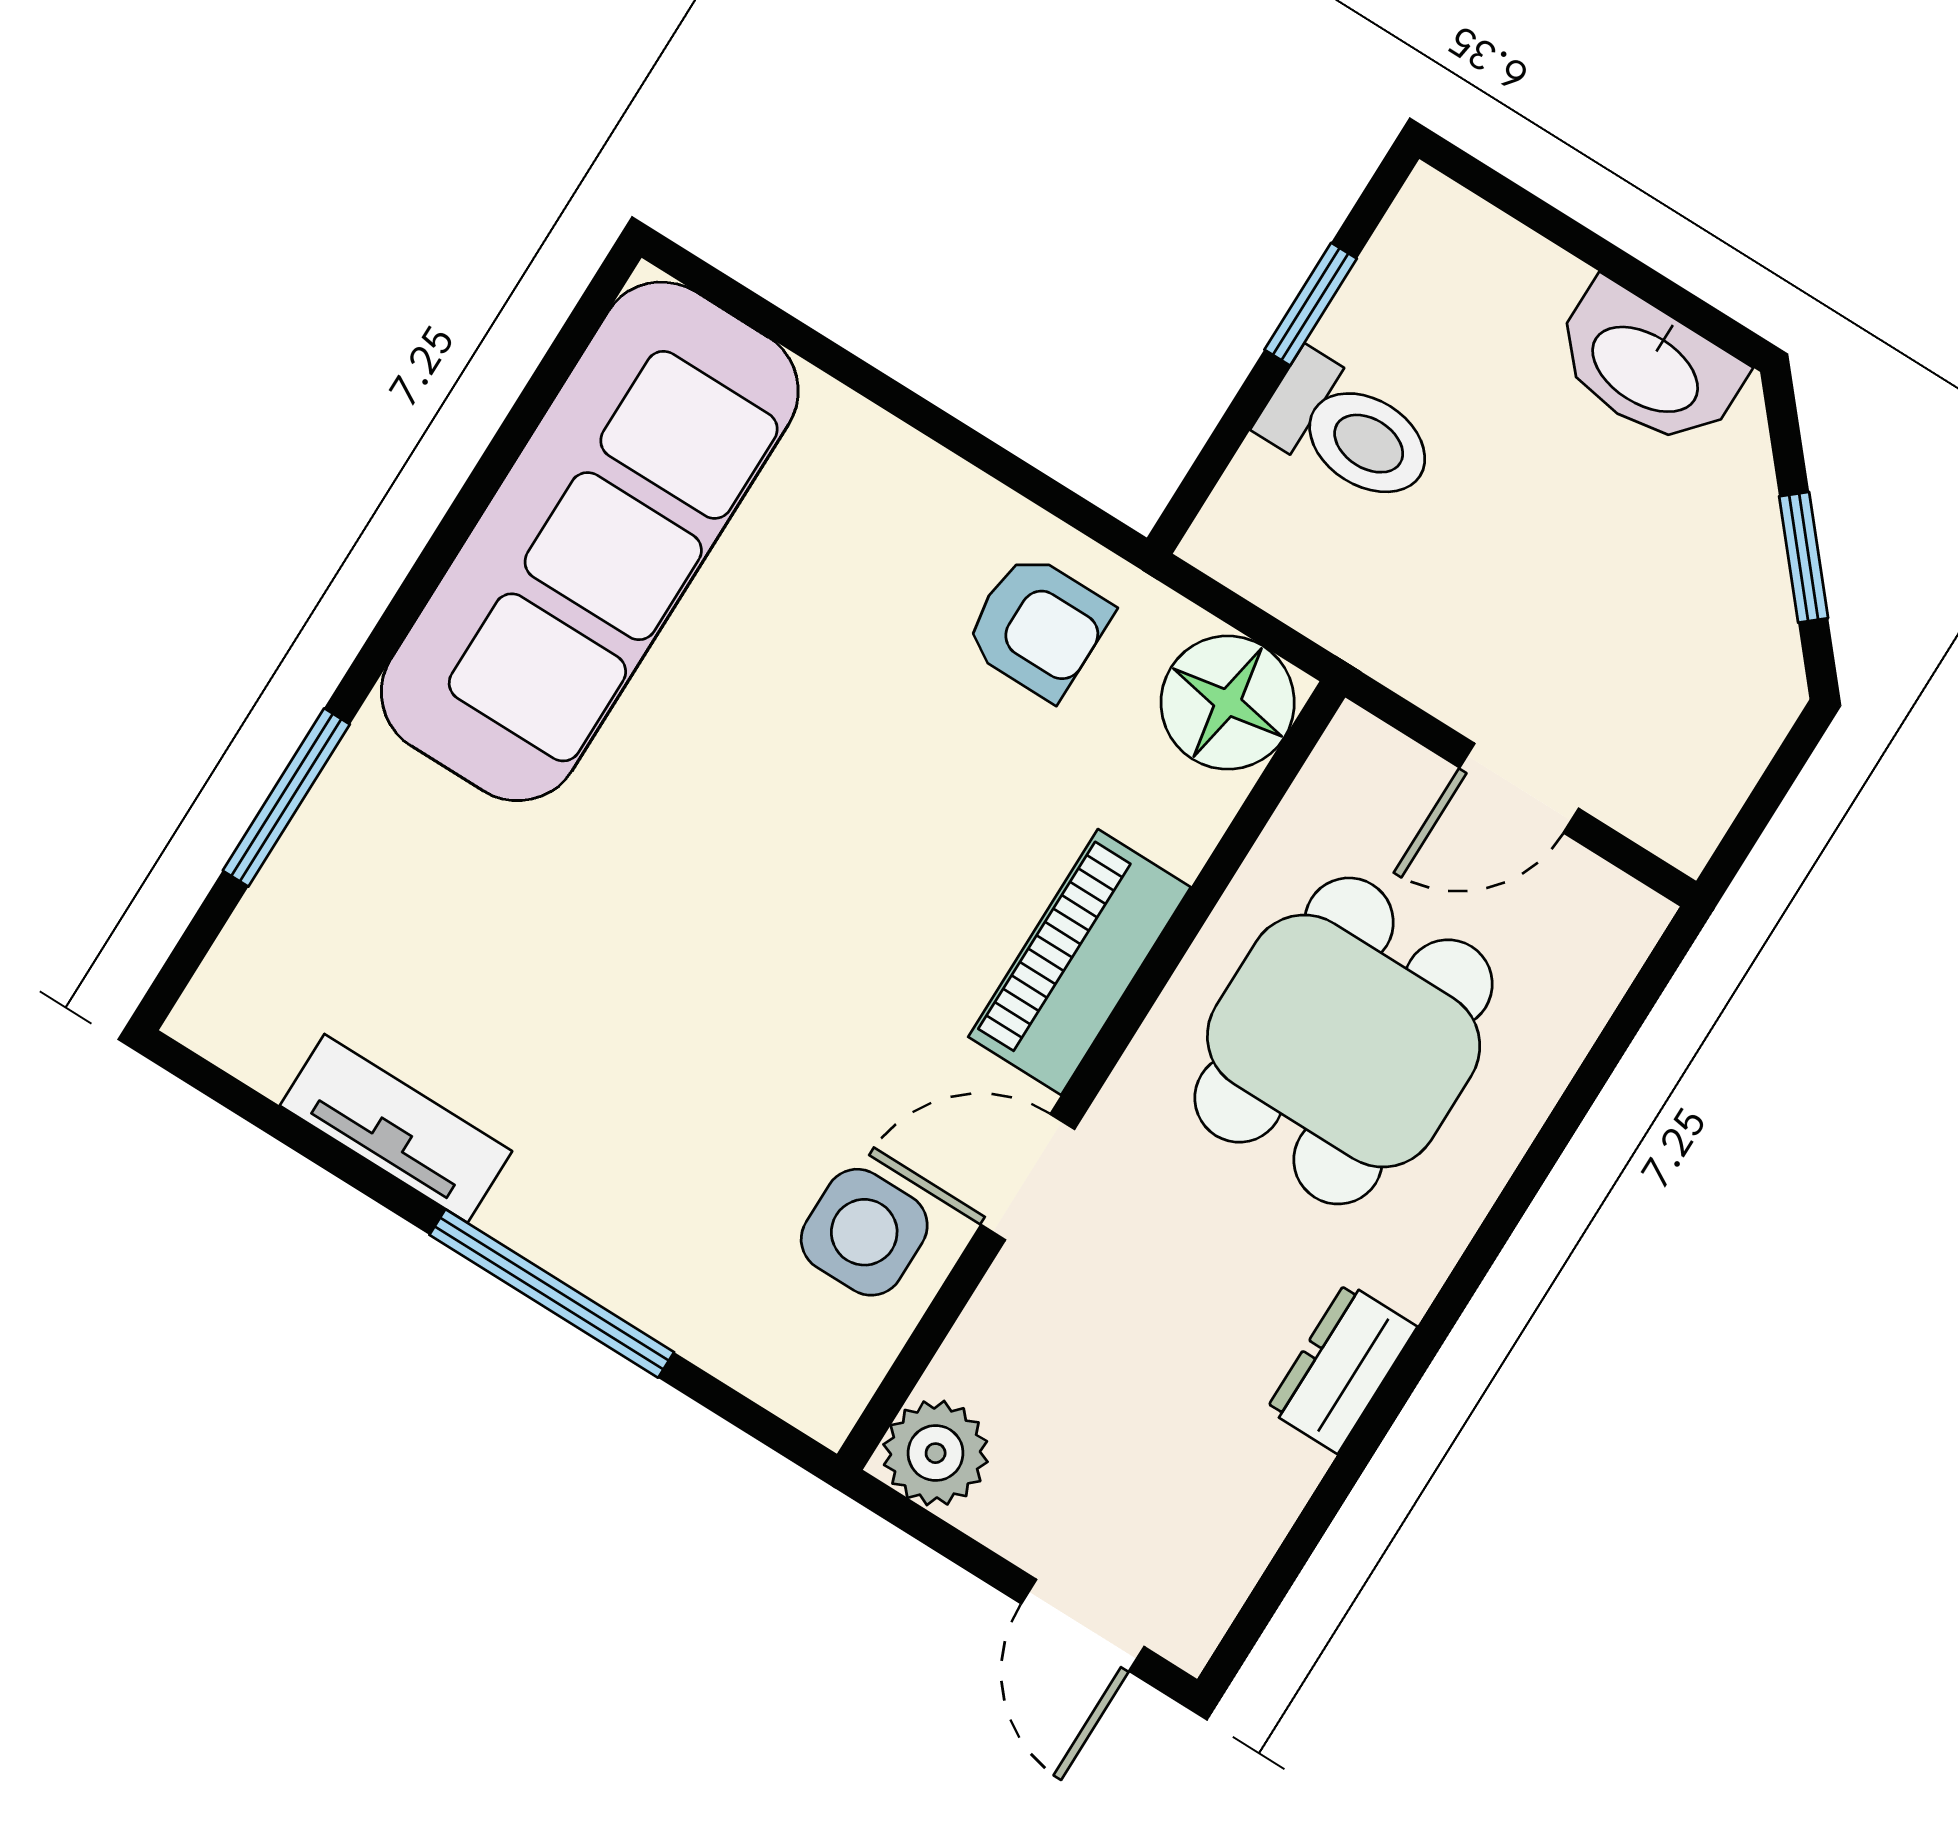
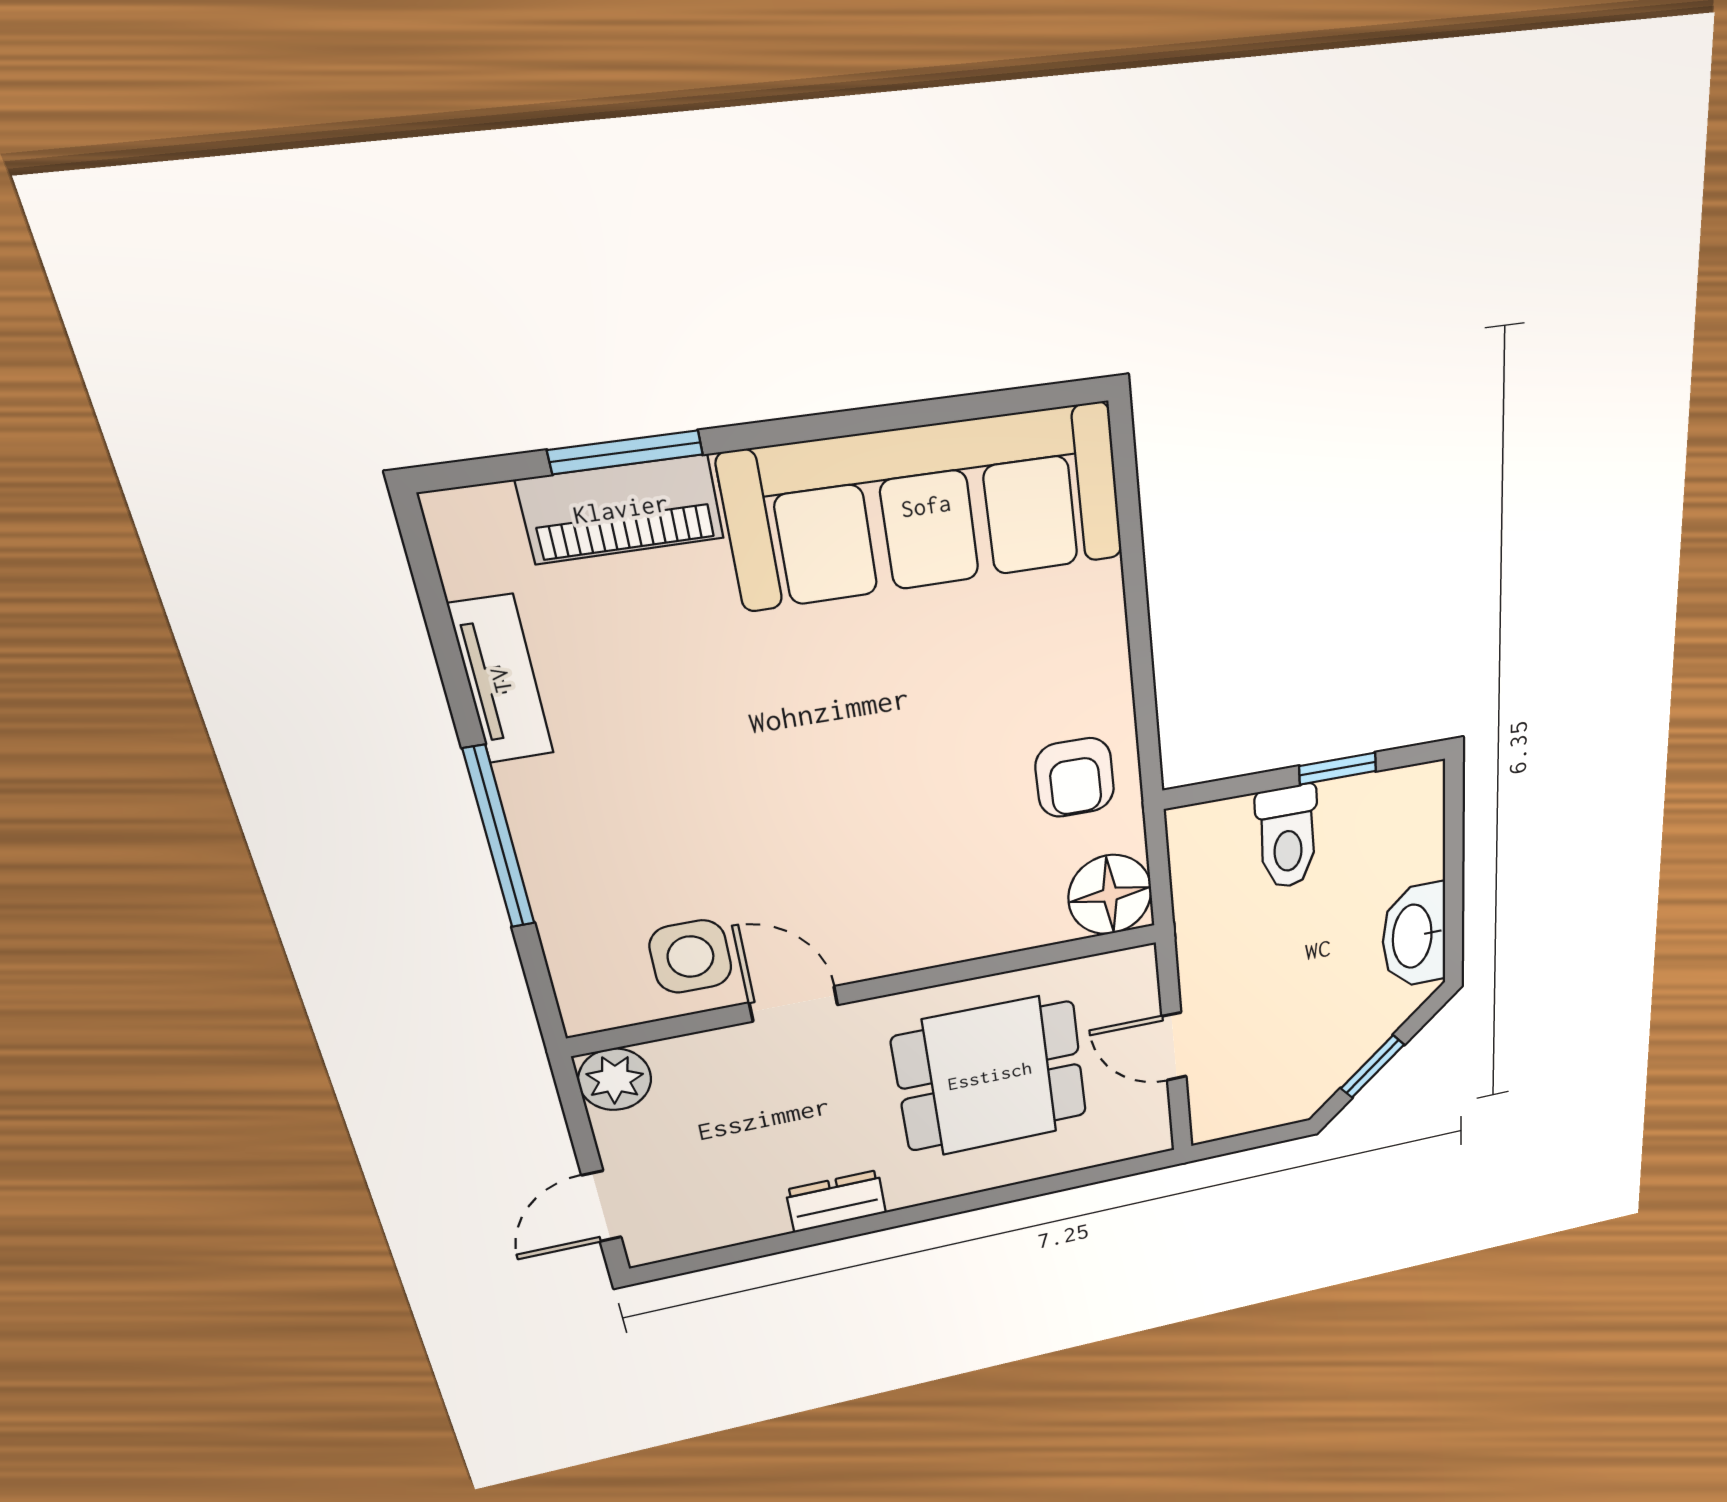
piano: (1079, 962) -> (621, 509), moved, turned 180

